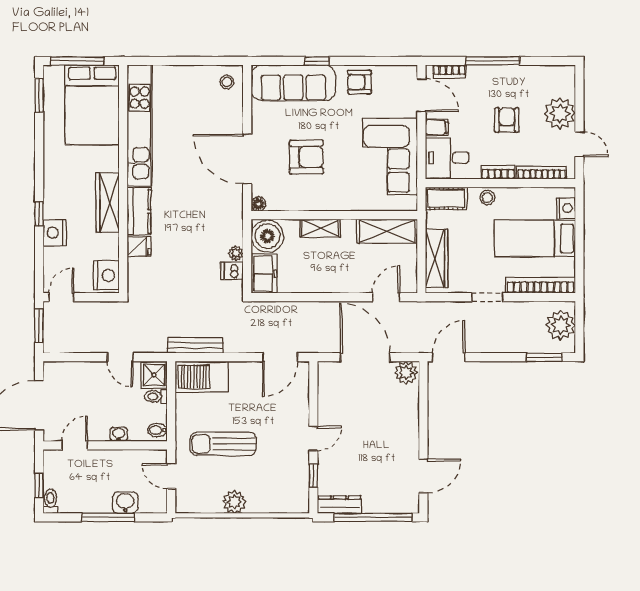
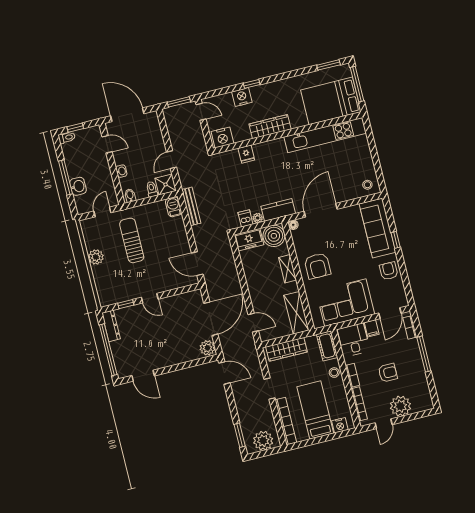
armchair: (306, 157) -> (318, 266), moved
kitchen counter: (139, 211) -> (278, 210), moved, turned 180
barbecue: (202, 377) -> (173, 207), width x0.53, depth x0.65

